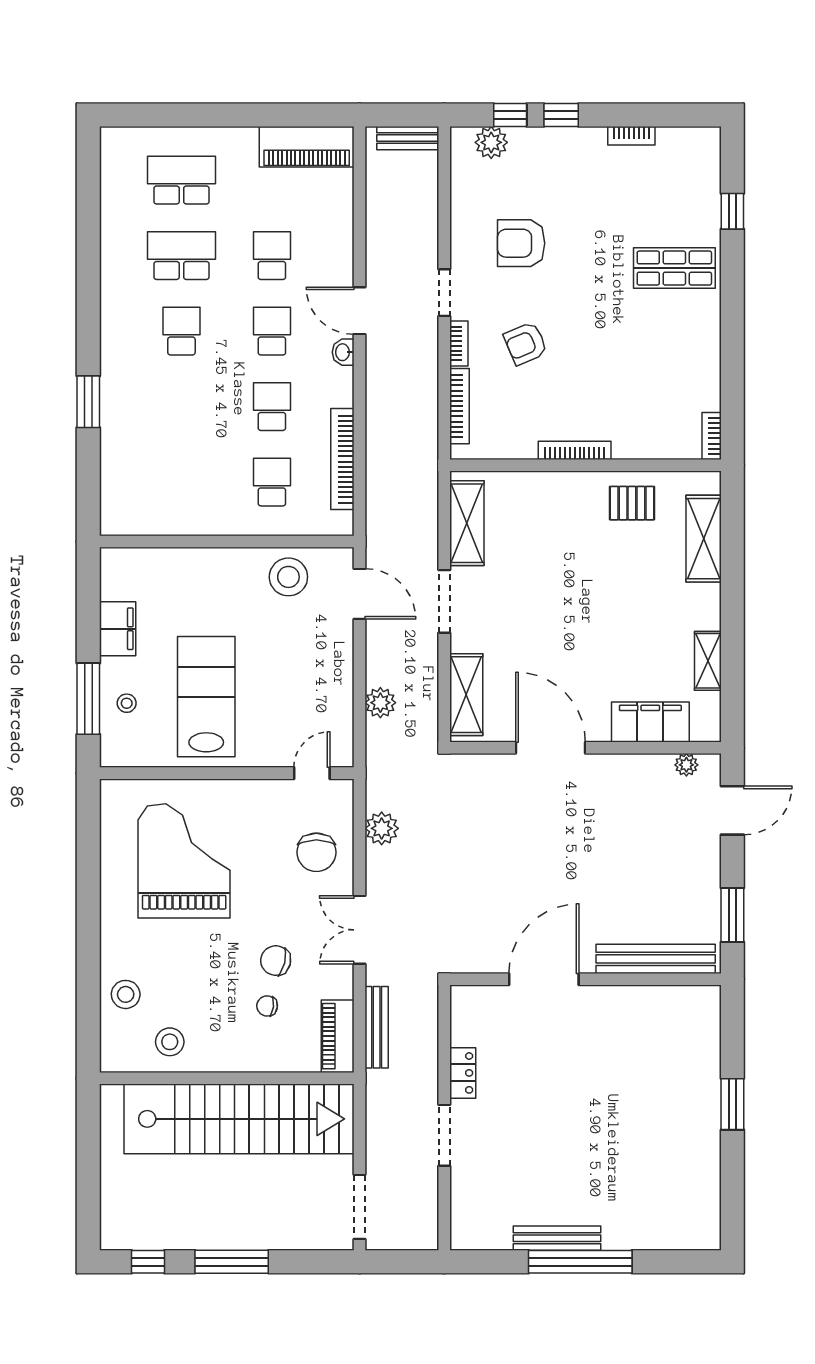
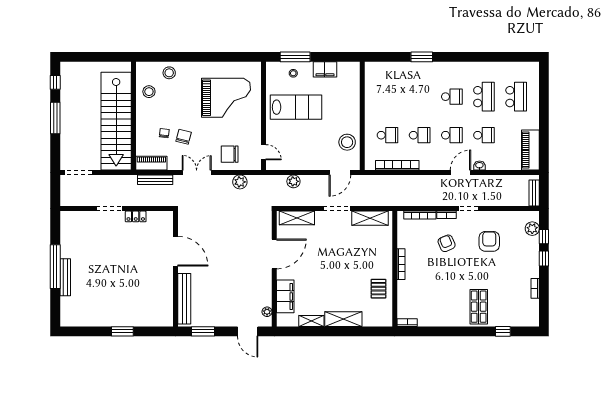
washbasin: (343, 352) -> (479, 166), moved
shelving: (704, 539) -> (343, 319), moved
bench: (557, 1238) -> (65, 277), moved

